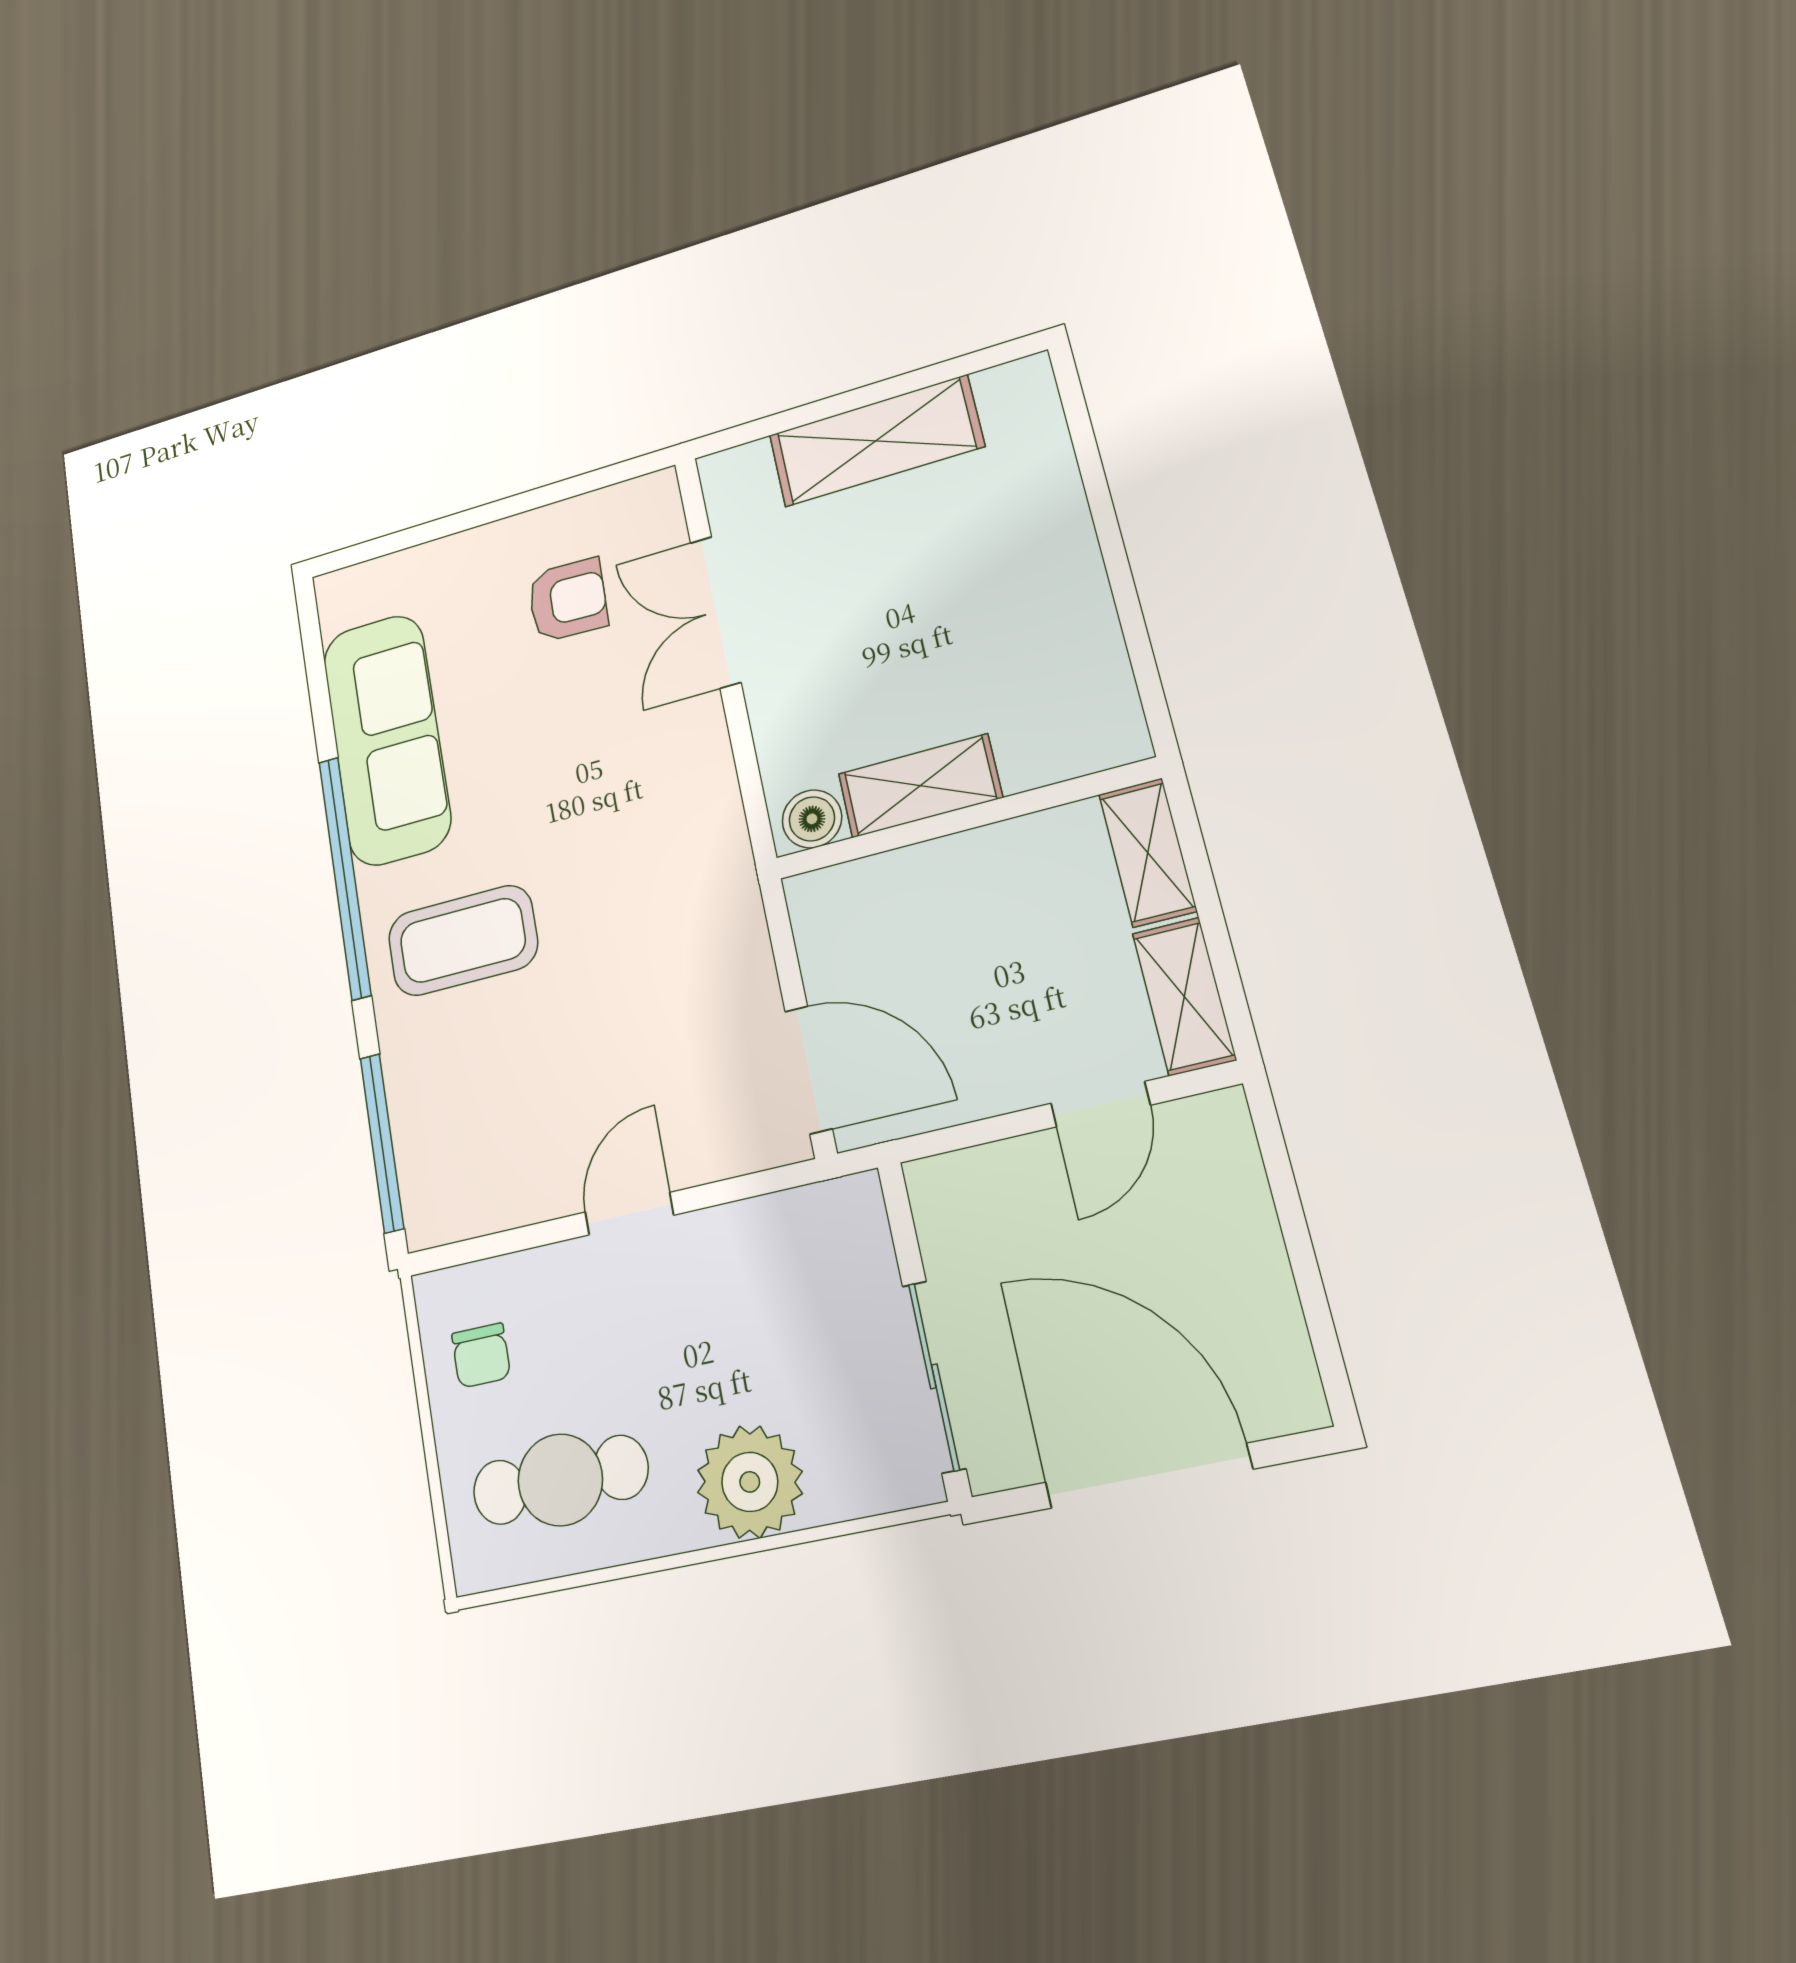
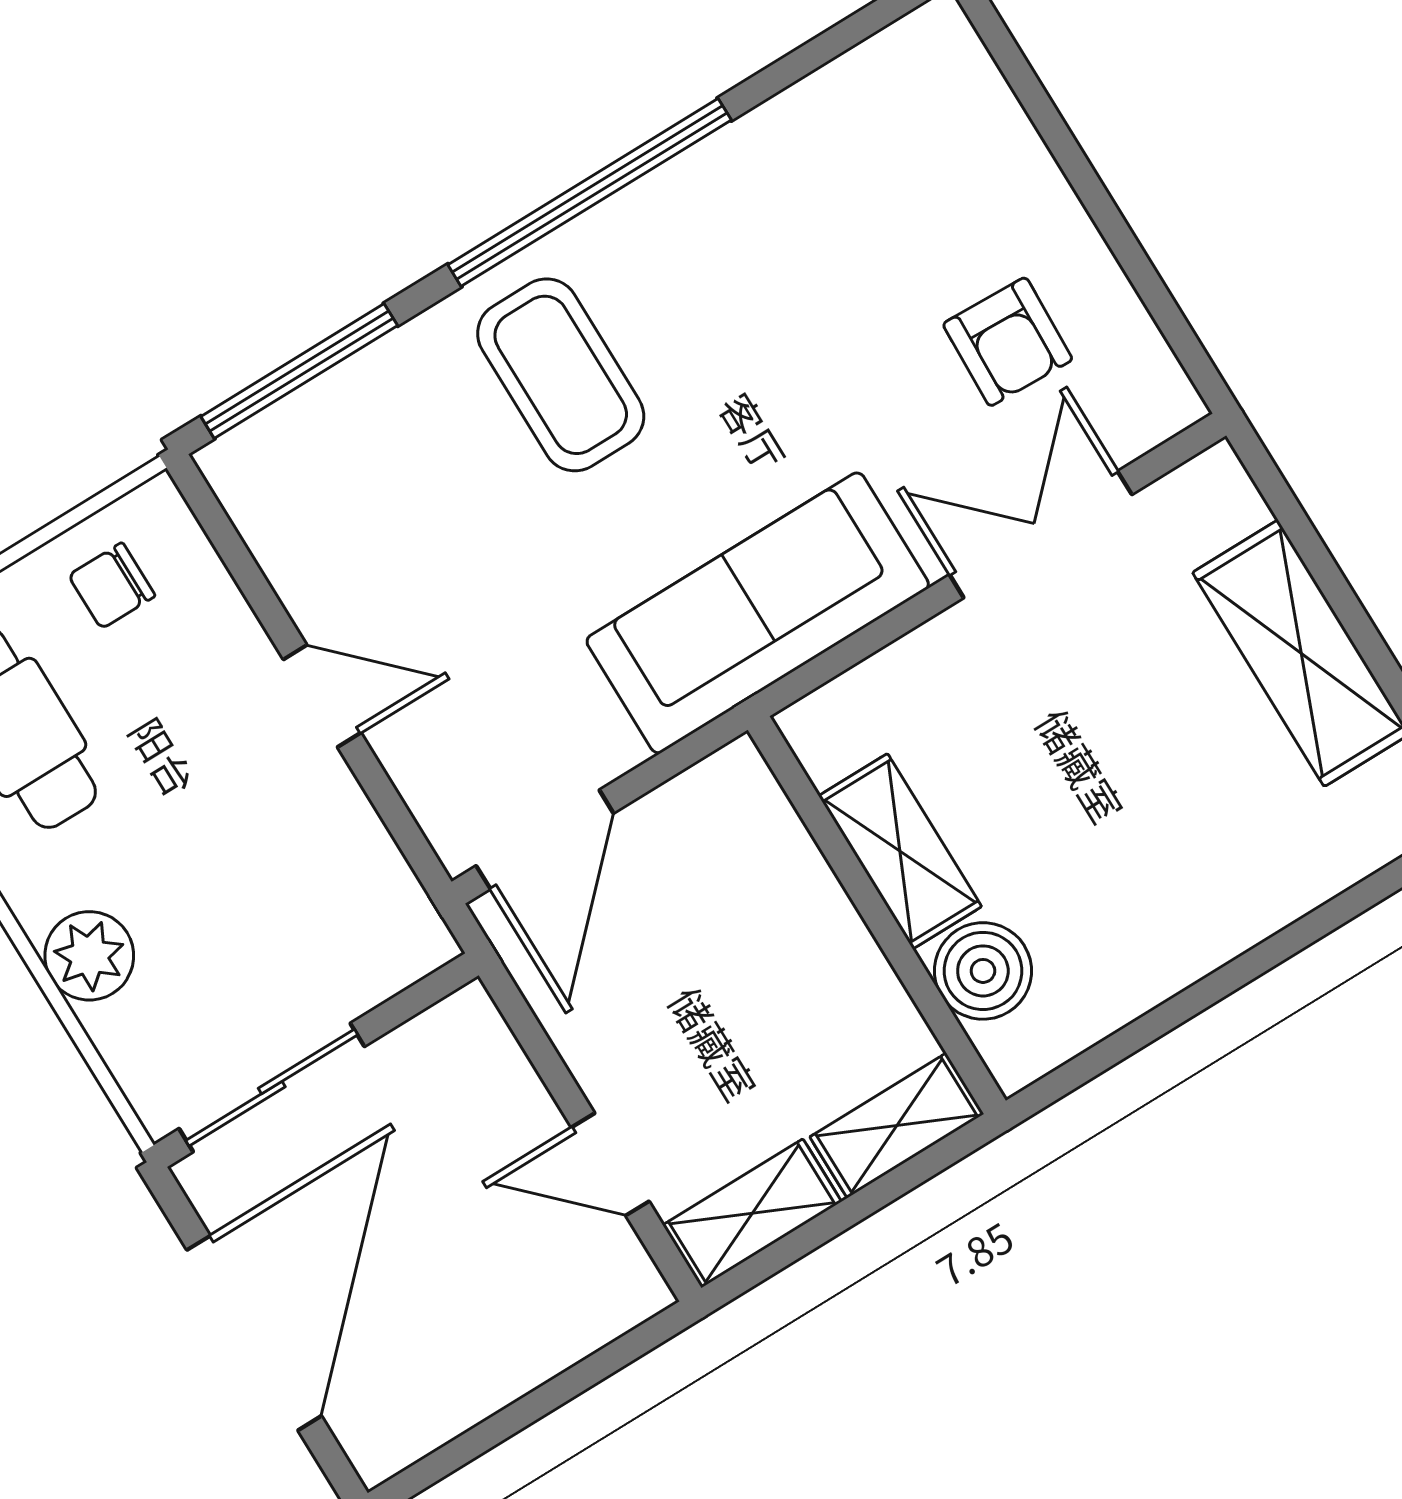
sofa: (387, 739) -> (758, 613), moved, turned 180
boiler: (812, 819) -> (983, 971), moved, width x1.36, depth x1.36
plant: (750, 1482) -> (89, 956), width x0.73, depth x0.73

